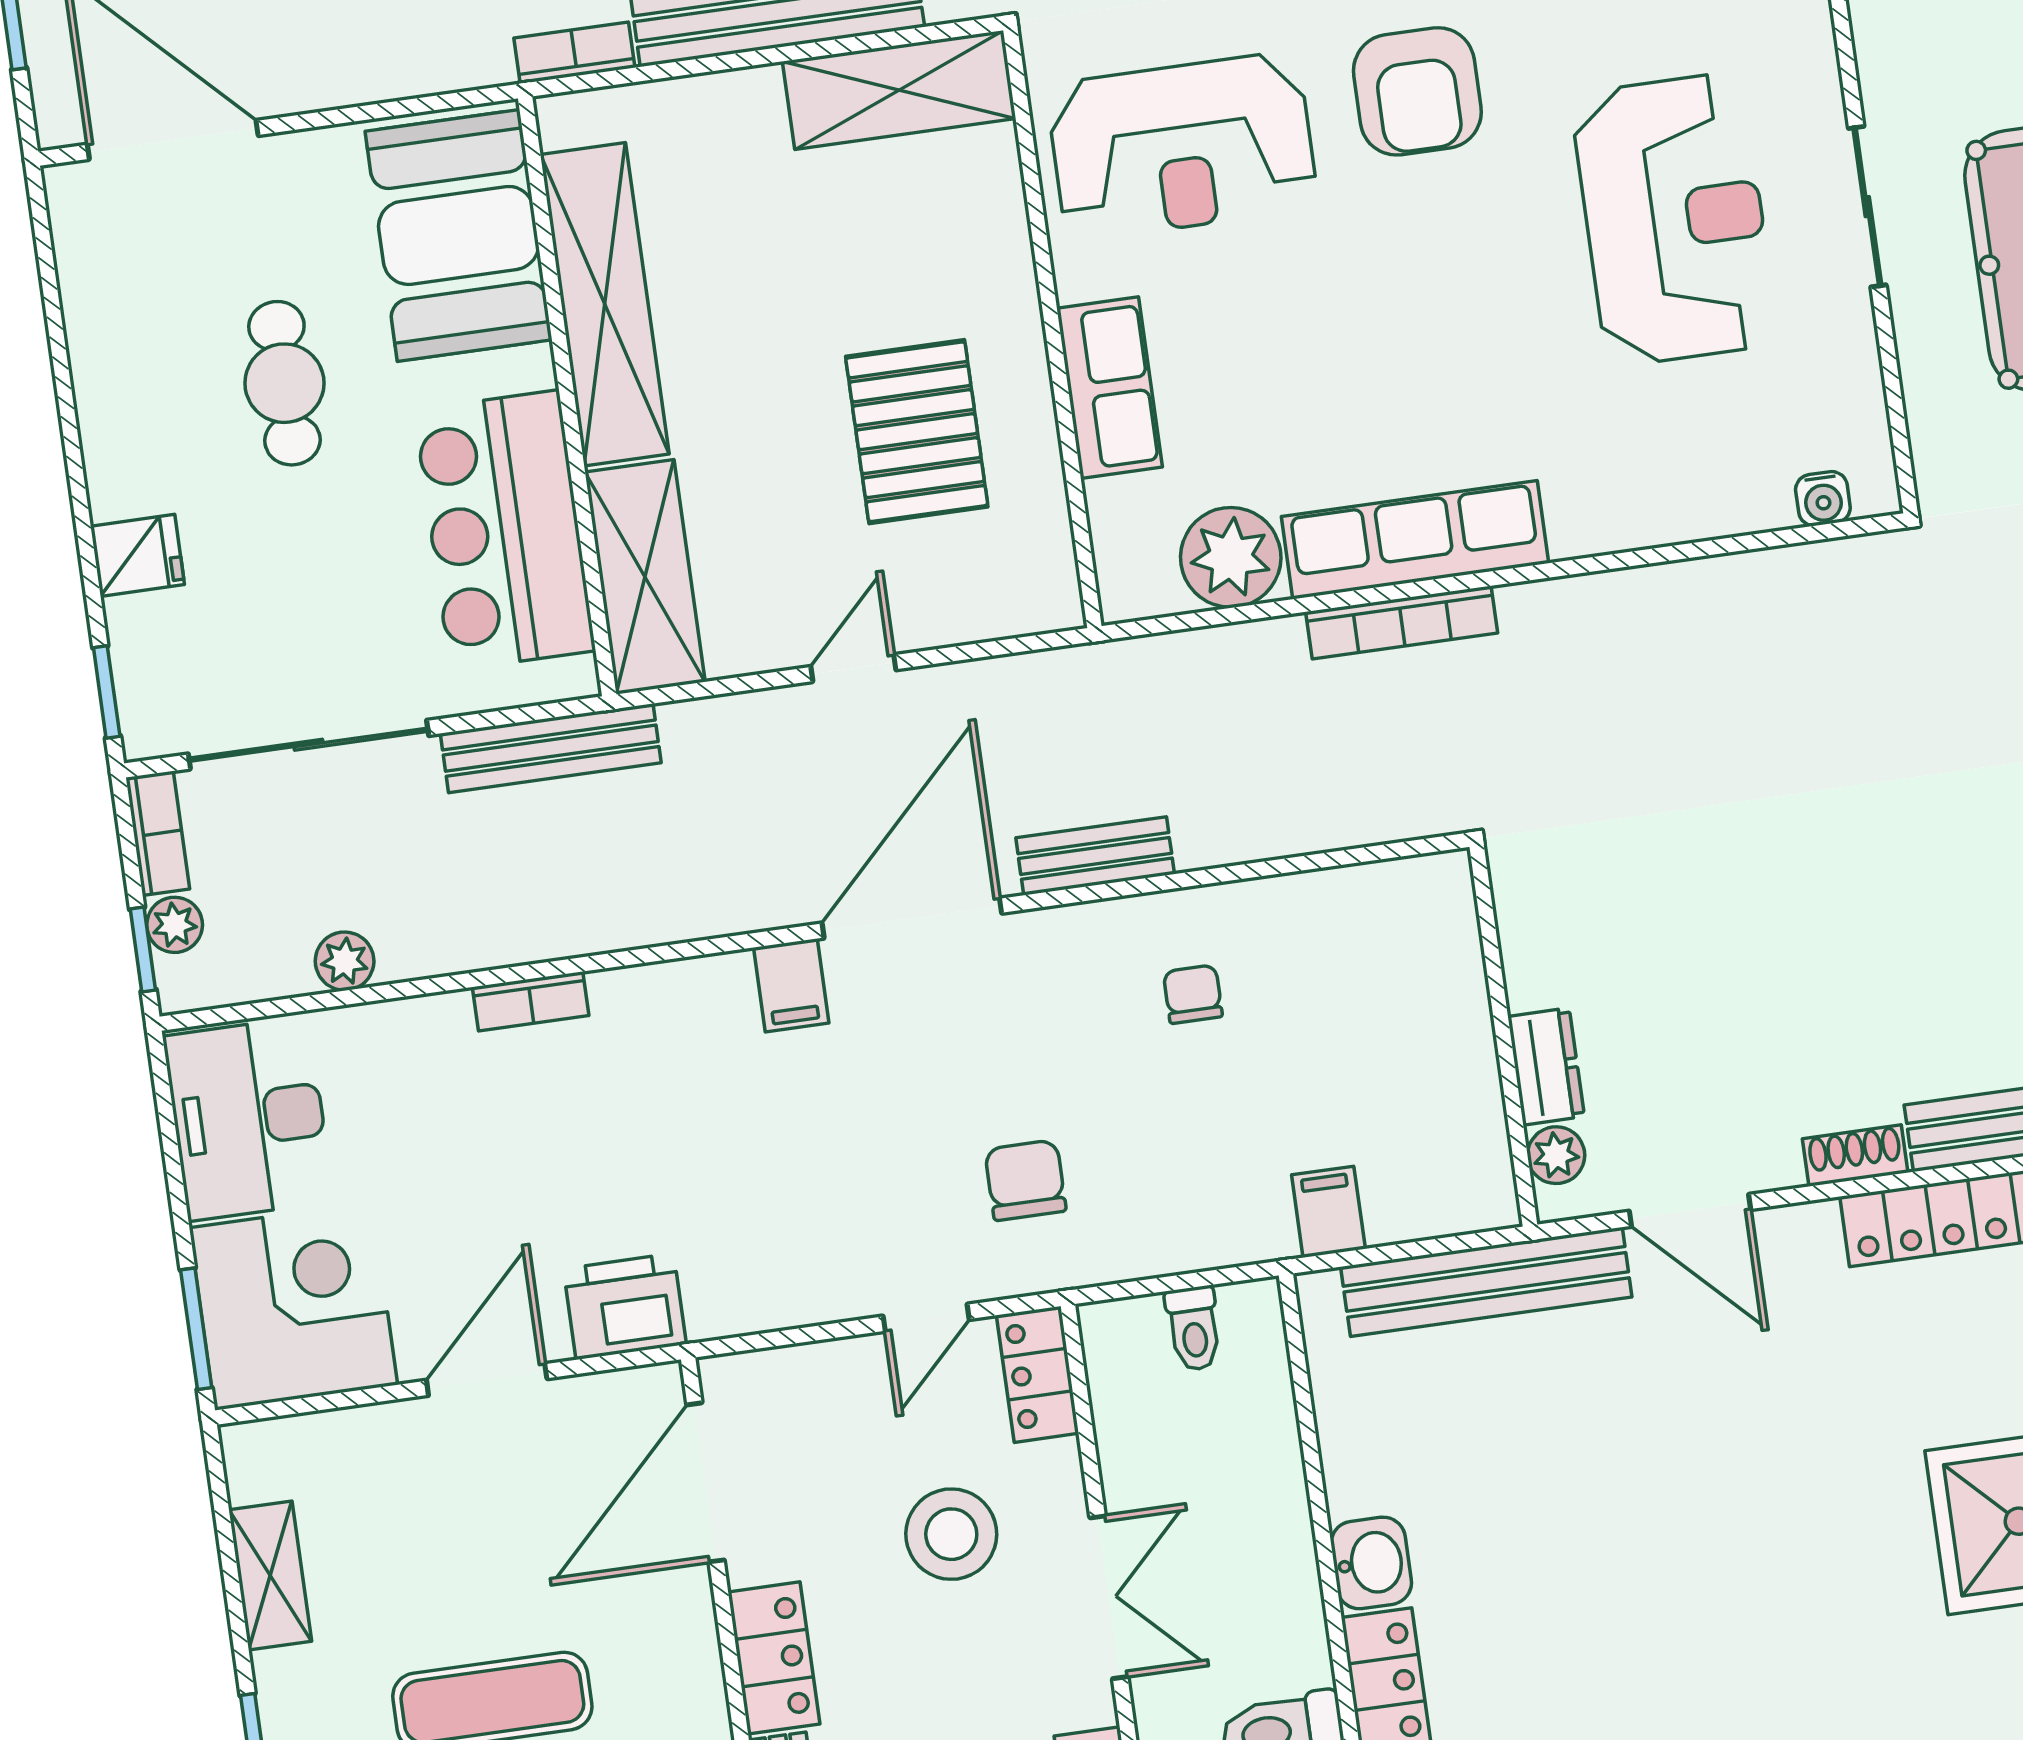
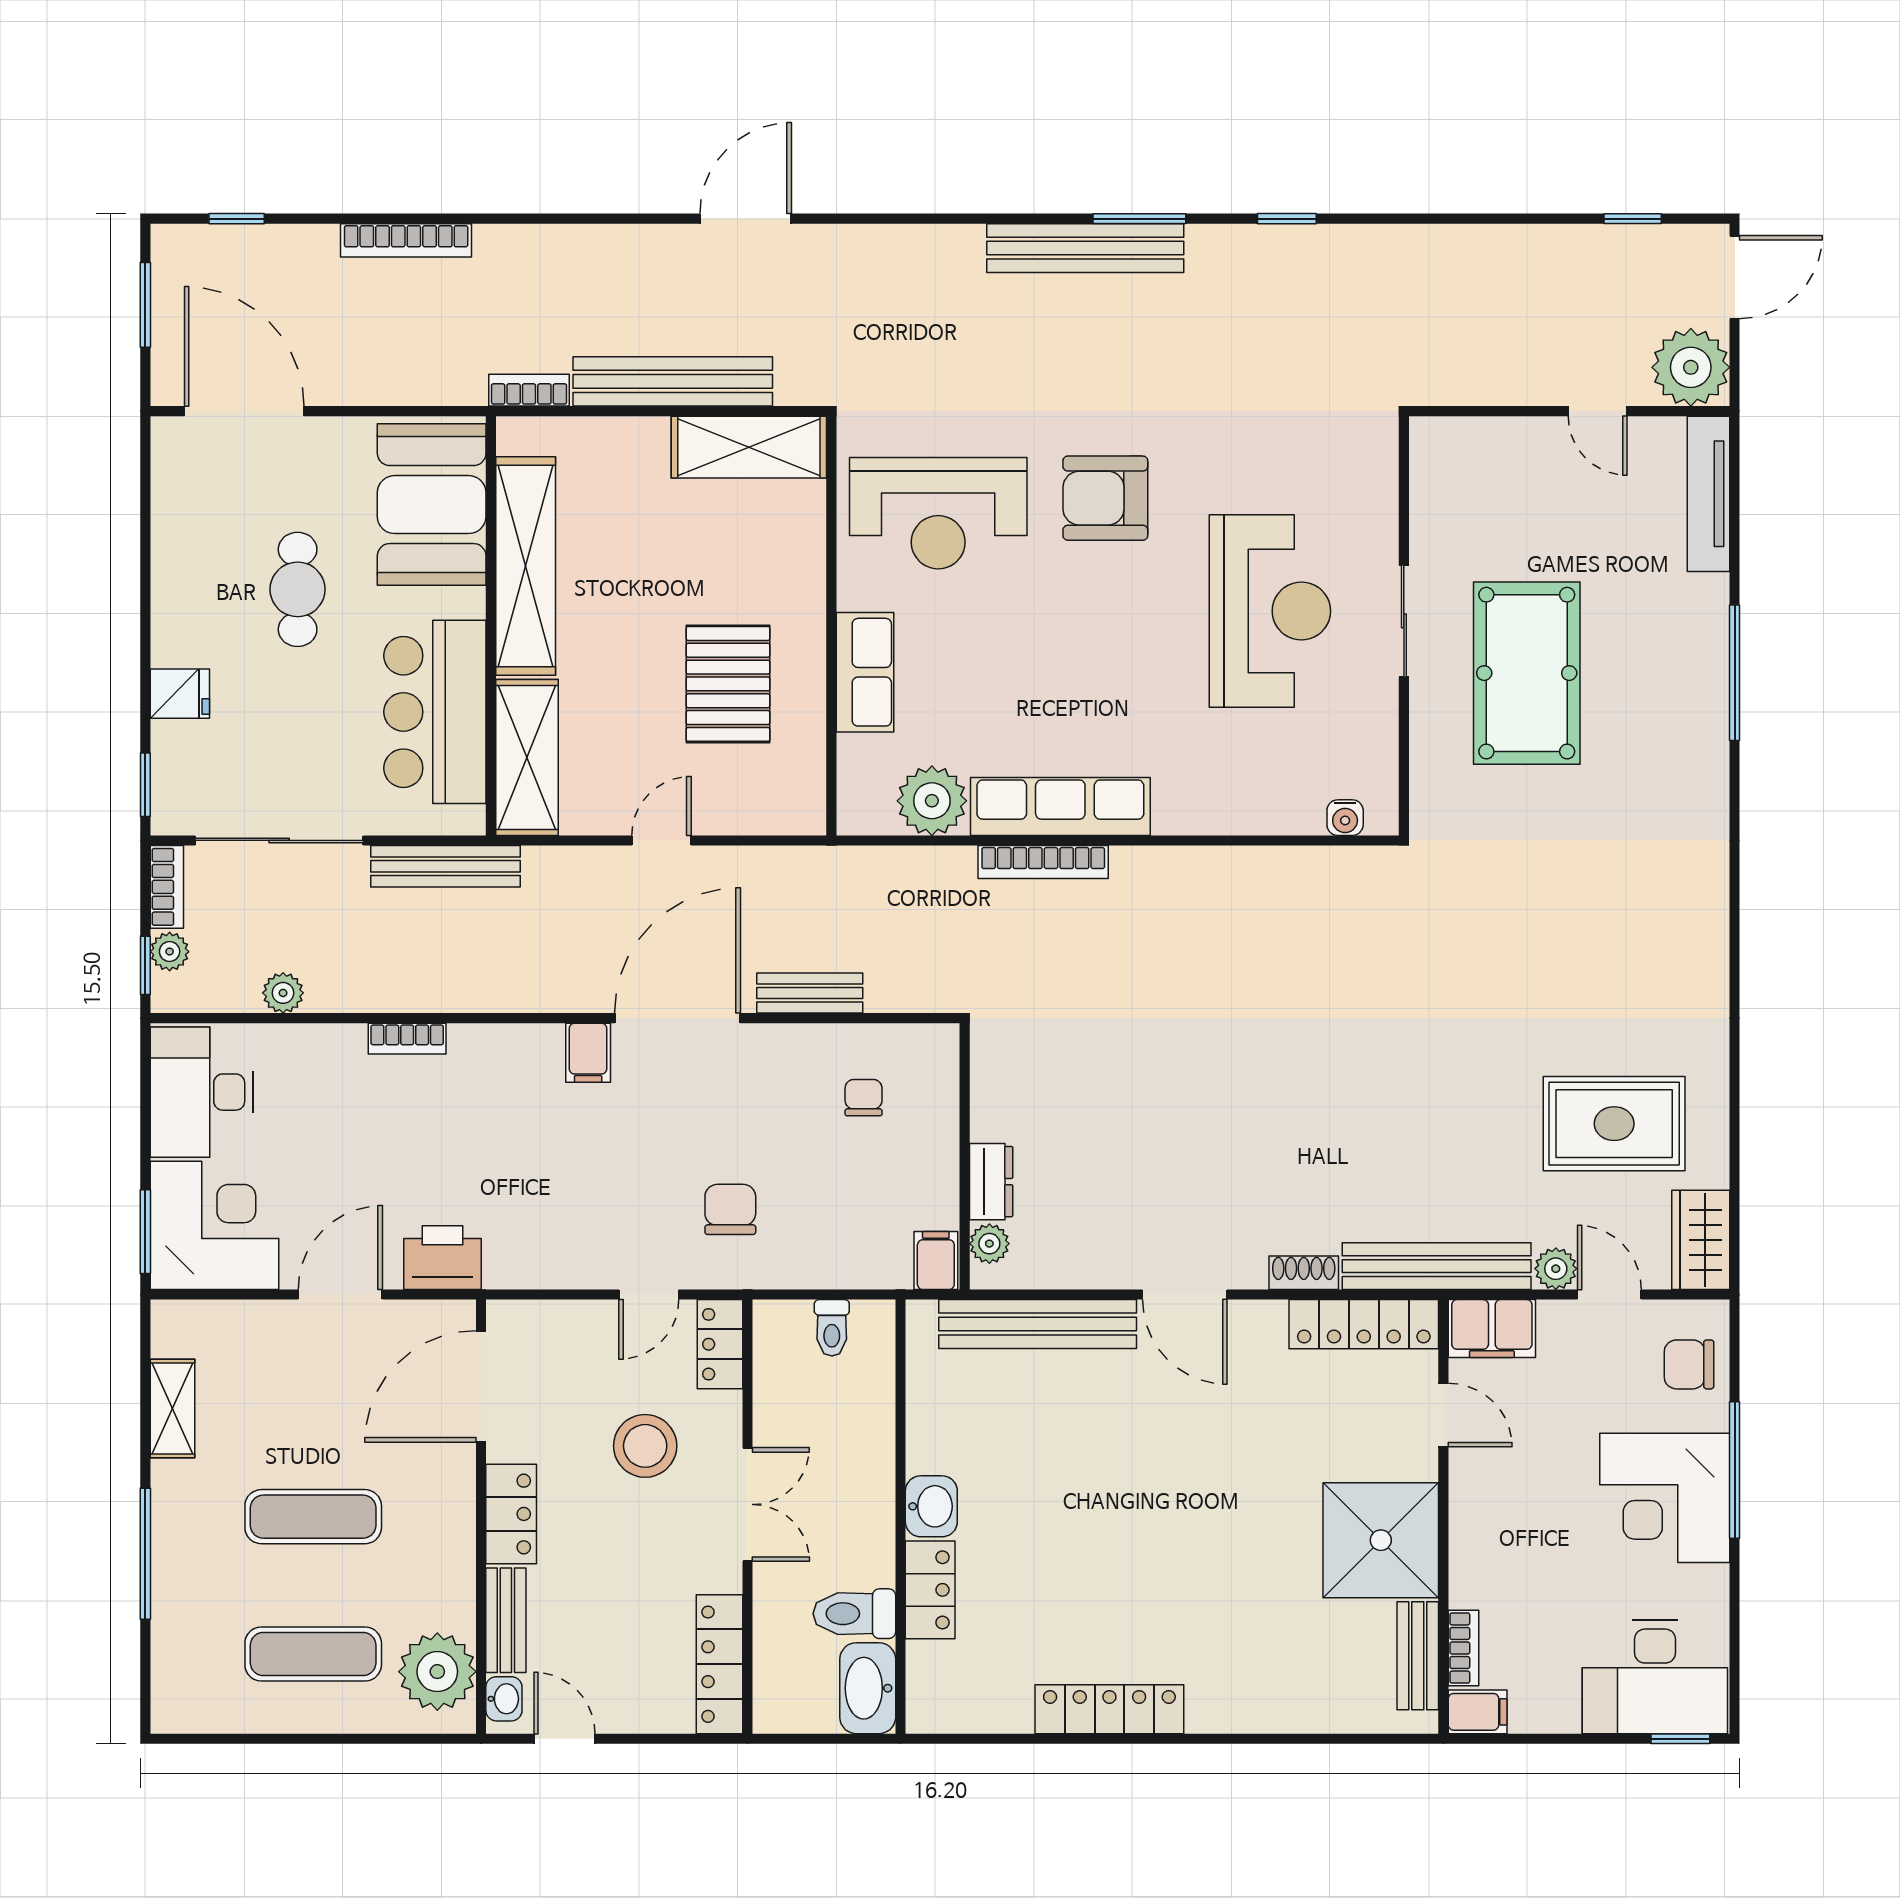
armchair: (1417, 91) -> (1105, 498), turned 90
wall: (1503, 1036) -> (965, 1156), moved
dresser: (1546, 1066) -> (991, 1182), moved
plant: (1556, 1155) -> (989, 1244), moved

